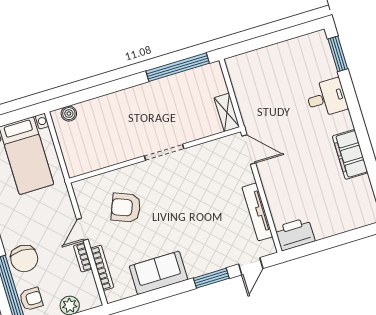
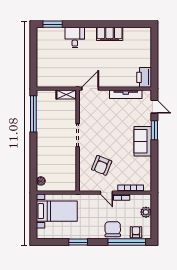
chair: (24, 258) -> (113, 229), turned -91
sofa: (158, 273) -> (143, 141), moved

